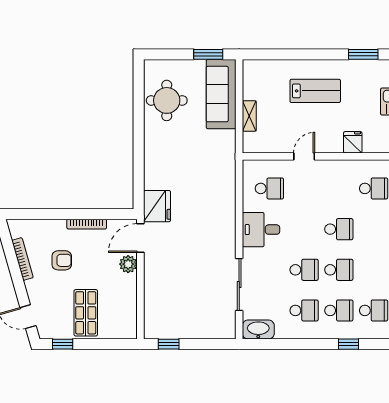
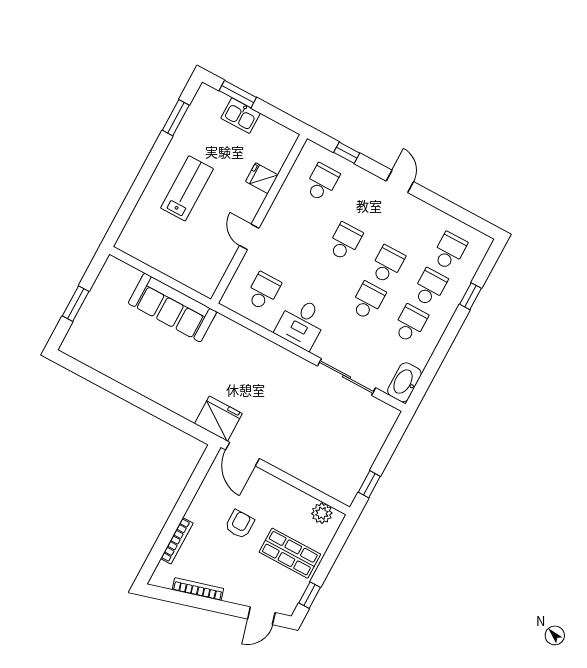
window: (208, 54) -> (76, 304), moved
sofa: (221, 94) -> (172, 308), moved
round table: (167, 100) -> (113, 349), removed
shelving: (249, 116) -> (176, 271), removed
bookcase: (87, 224) -> (177, 541), moved
armchair: (62, 260) -> (240, 524), moved
plant: (128, 264) -> (322, 513), moved

